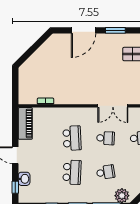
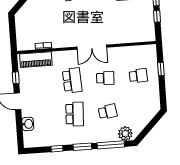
double door: (113, 106) -> (92, 47), moved
piano: (25, 123) -> (36, 60), moved, turned 90
window: (15, 187) -> (16, 78), moved

